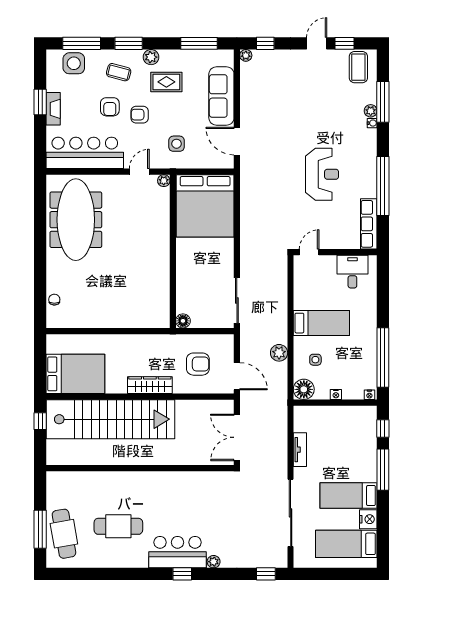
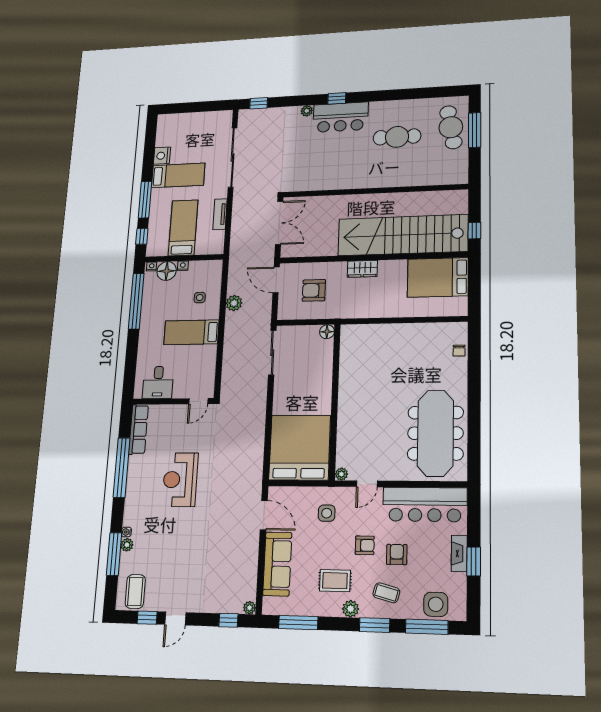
wardrobe: (150, 385) -> (362, 269), width x0.67
floor lamp: (304, 389) -> (167, 271), moved
bed: (346, 544) -> (183, 228), moved, turned -90

